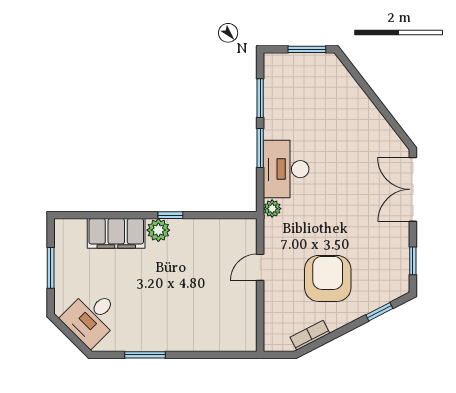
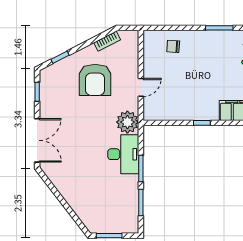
plant: (272, 209) -> (127, 122), width x1.88, depth x1.88
plant: (158, 230) -> (210, 113), removed
chair: (213, 328) -> (173, 46), added

